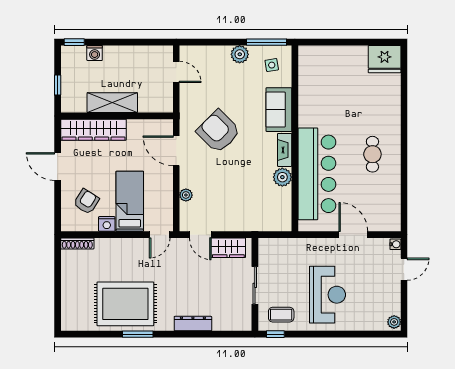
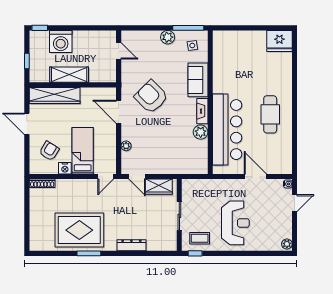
washing machine: (95, 53) -> (61, 41), width x1.89, depth x1.89
cafe table: (372, 154) -> (270, 114), width x1.37, depth x1.35

